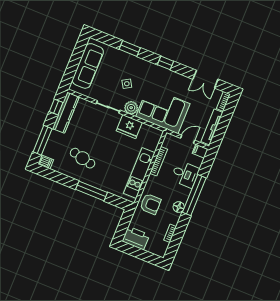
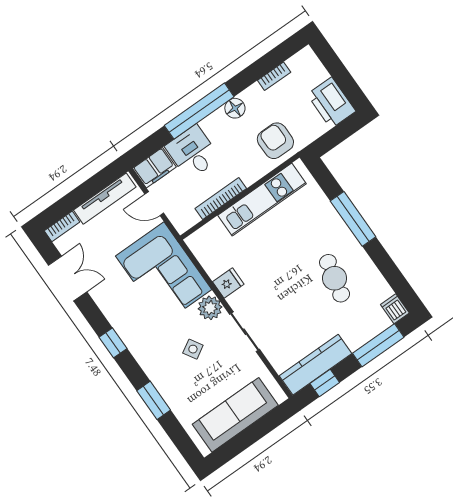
fridge: (129, 127) -> (228, 283), width x0.53, depth x0.75
filing cabinet: (200, 151) -> (154, 168), width x2.00

